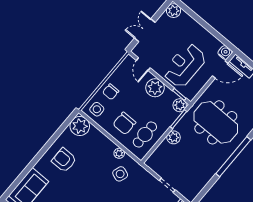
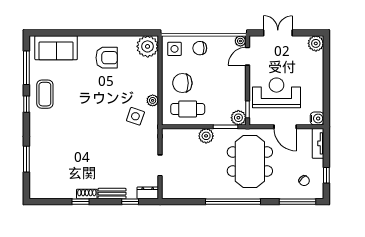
door: (220, 70) -> (285, 127), moved
plant: (155, 88) -> (240, 41), moved, width x0.53, depth x0.53
armchair: (64, 160) -> (107, 58), turned 90

